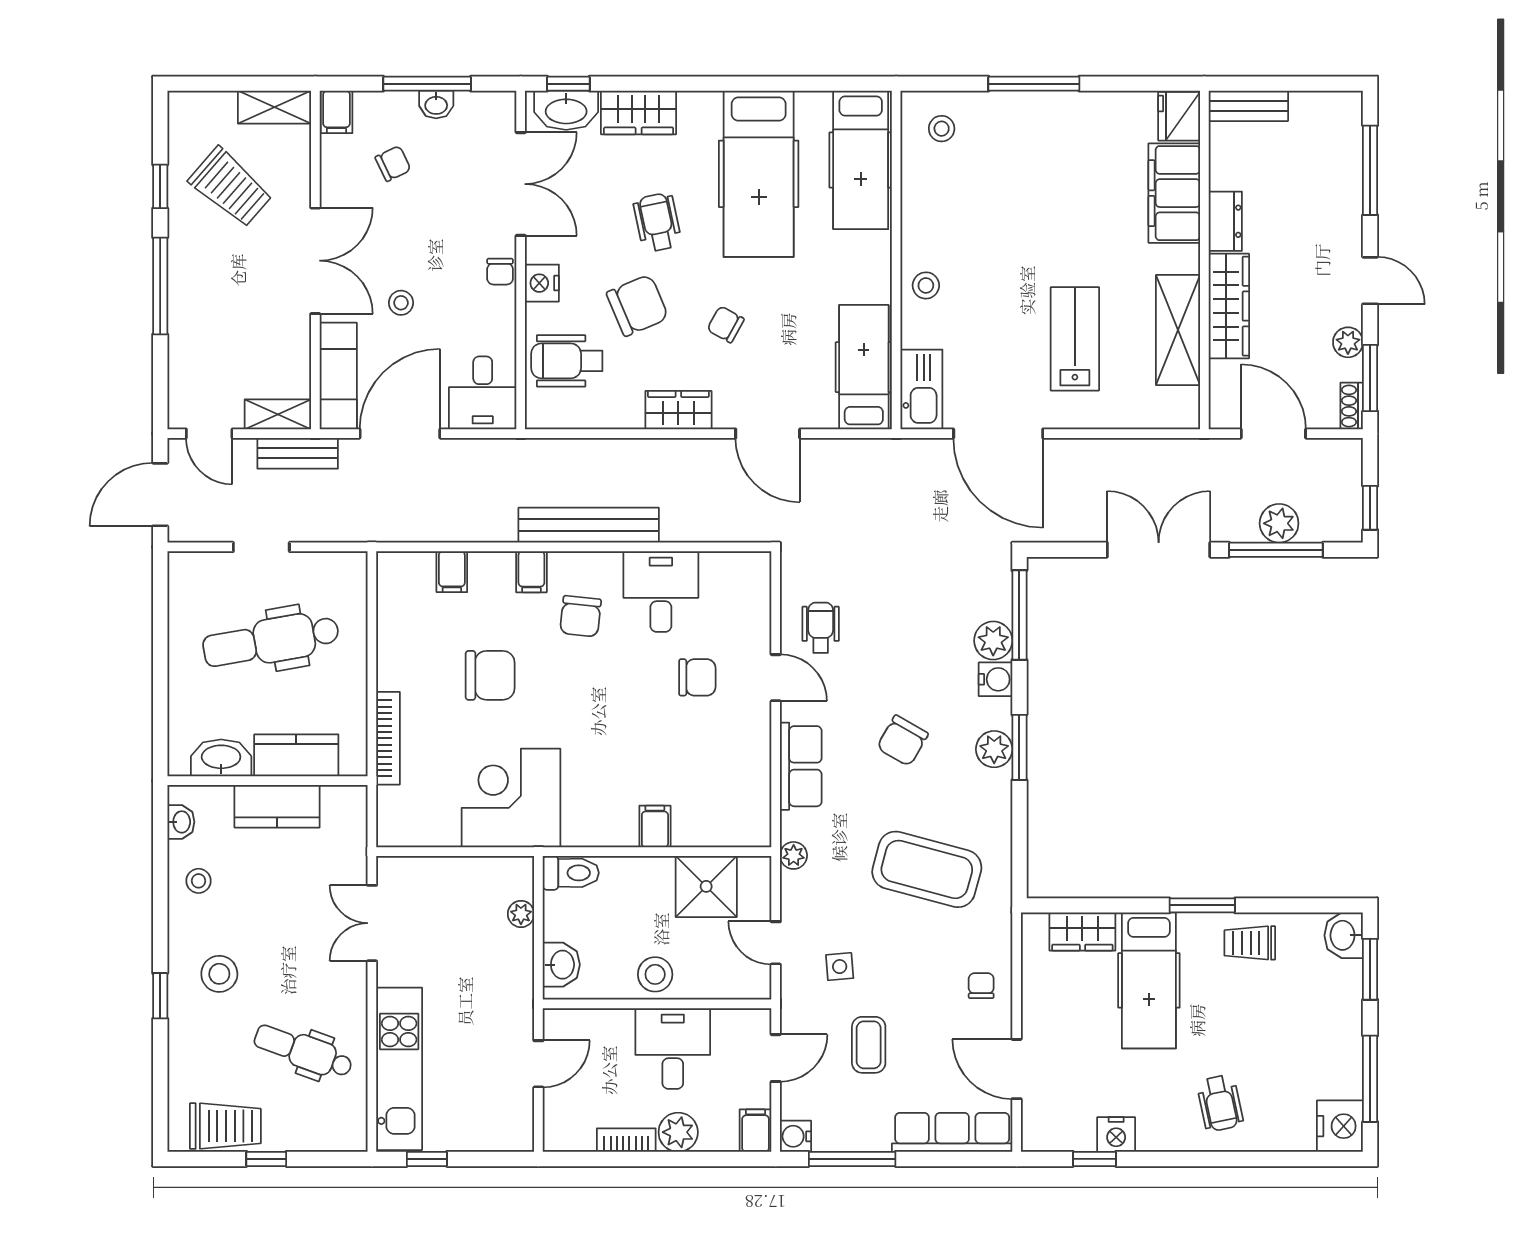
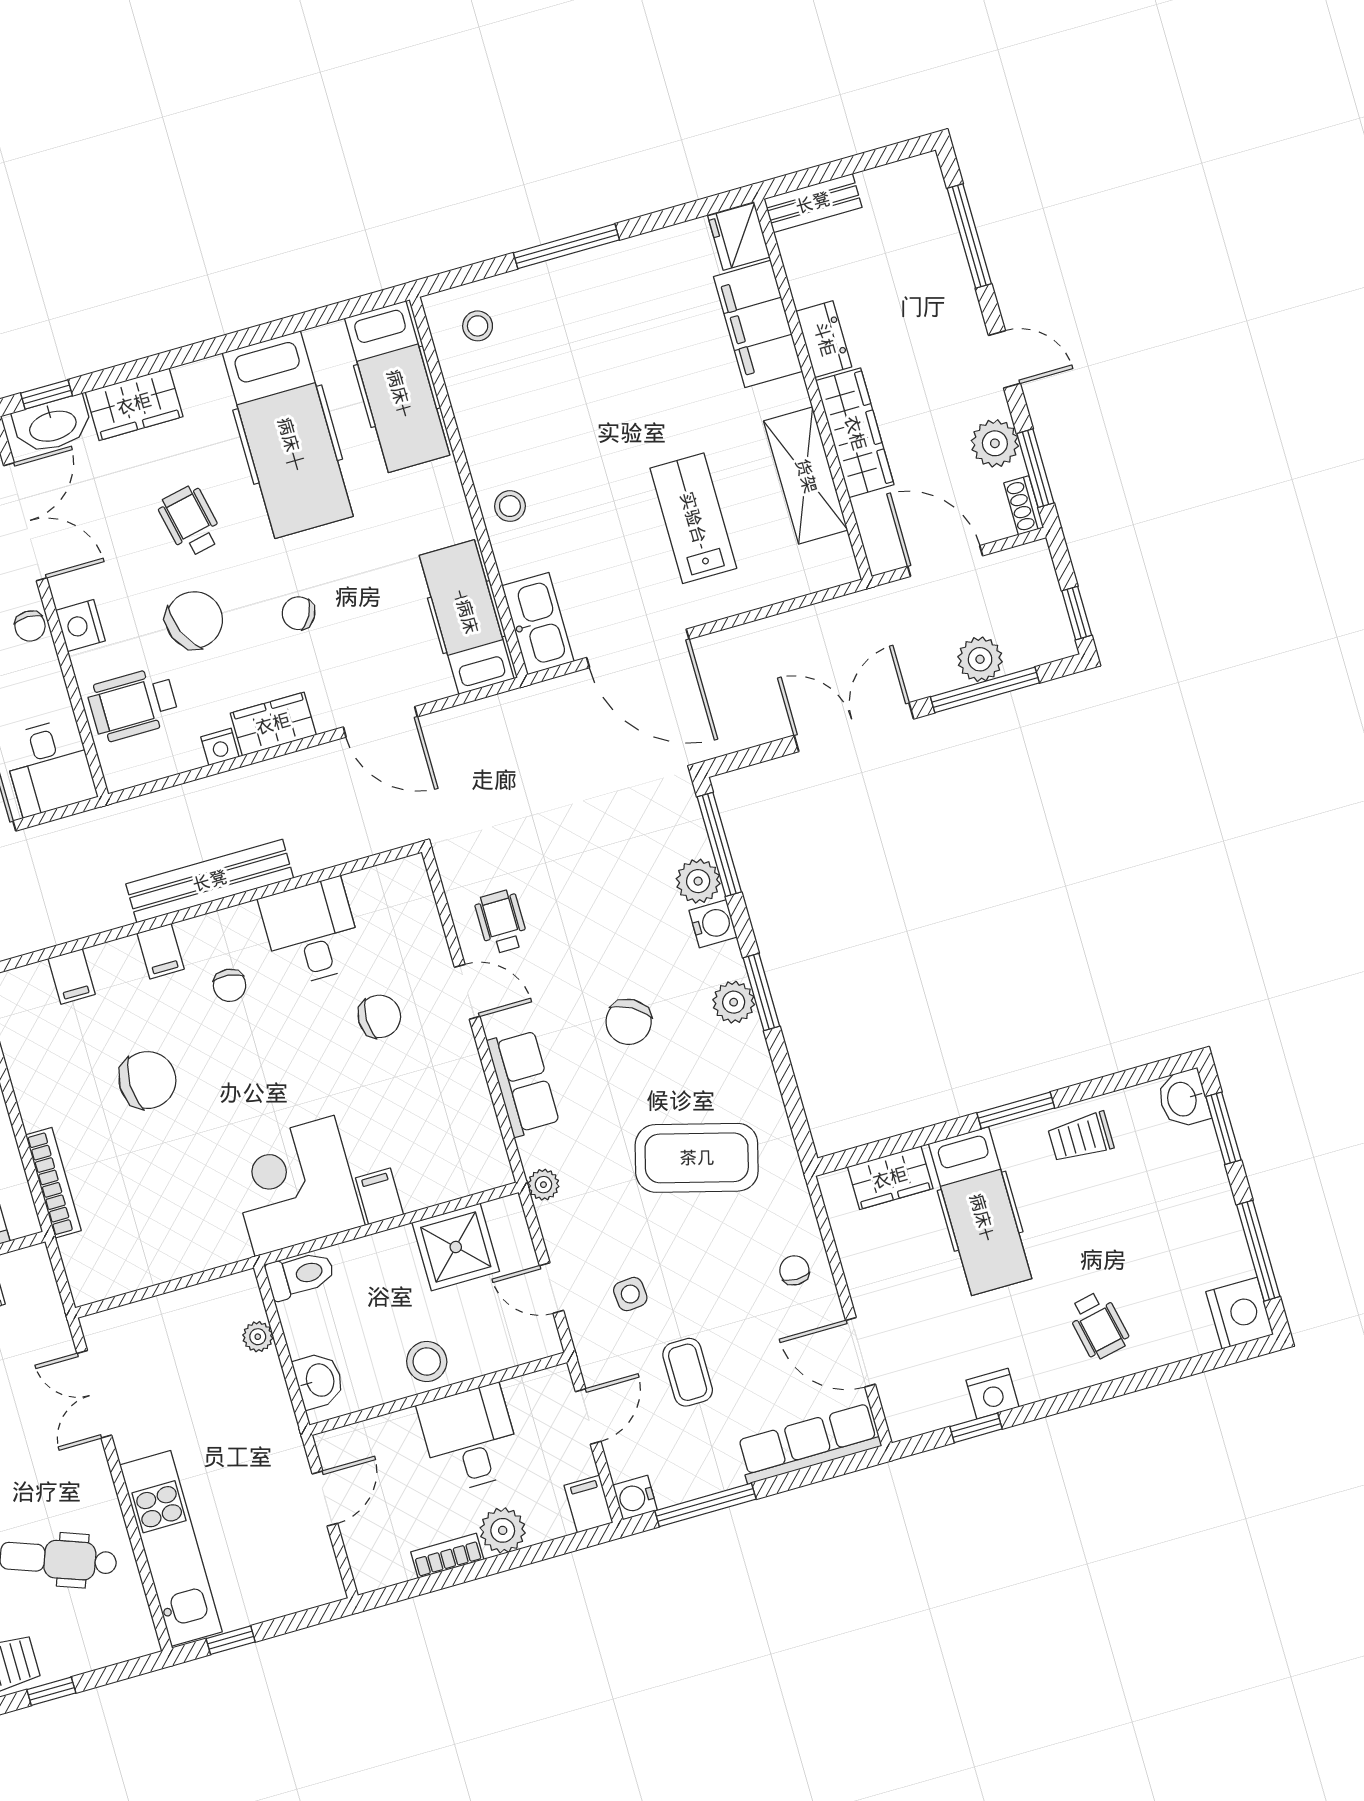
plant: (1348, 342) -> (995, 443), width x1.38, depth x1.38
nightstand: (629, 416) -> (220, 747), added
chair: (581, 616) -> (230, 985), width x0.73, depth x0.73
corner desk: (511, 798) -> (295, 1186), moved

